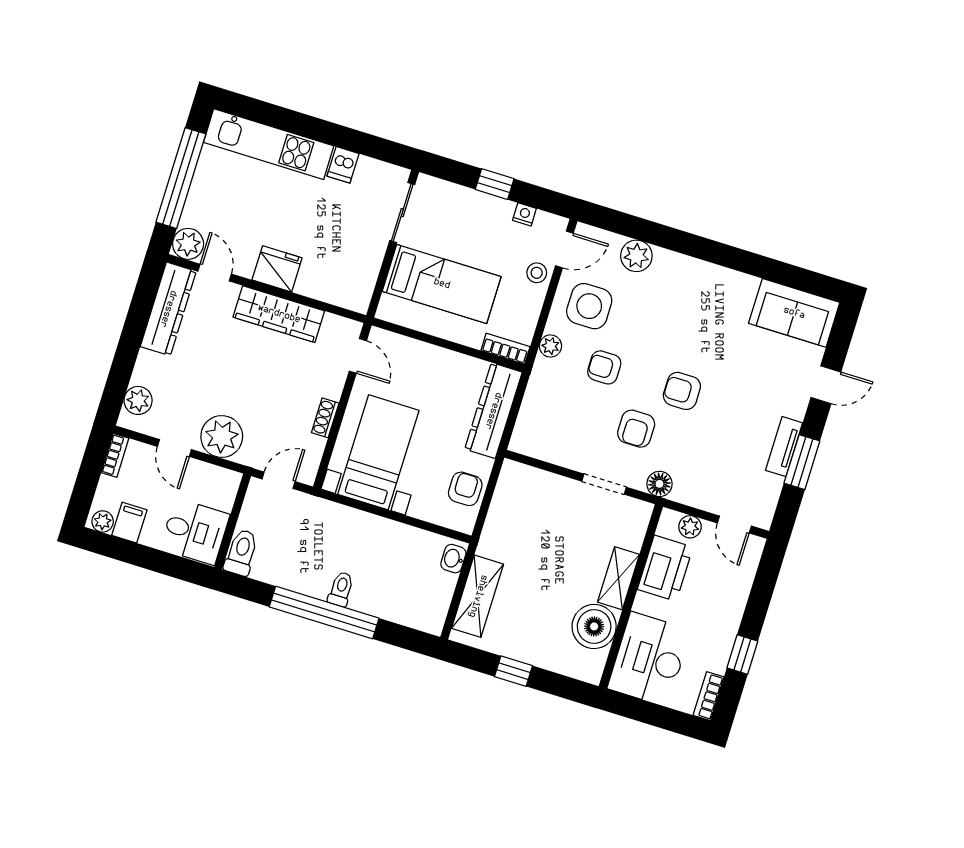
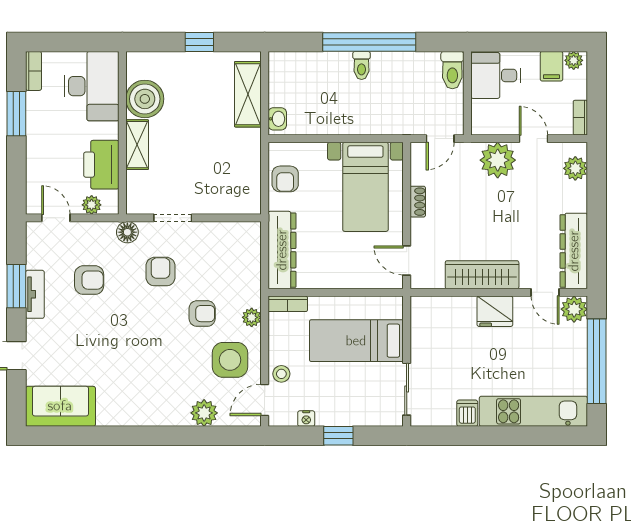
armchair: (682, 391) -> (89, 280), moved
window: (742, 654) -> (16, 114), width x1.50

